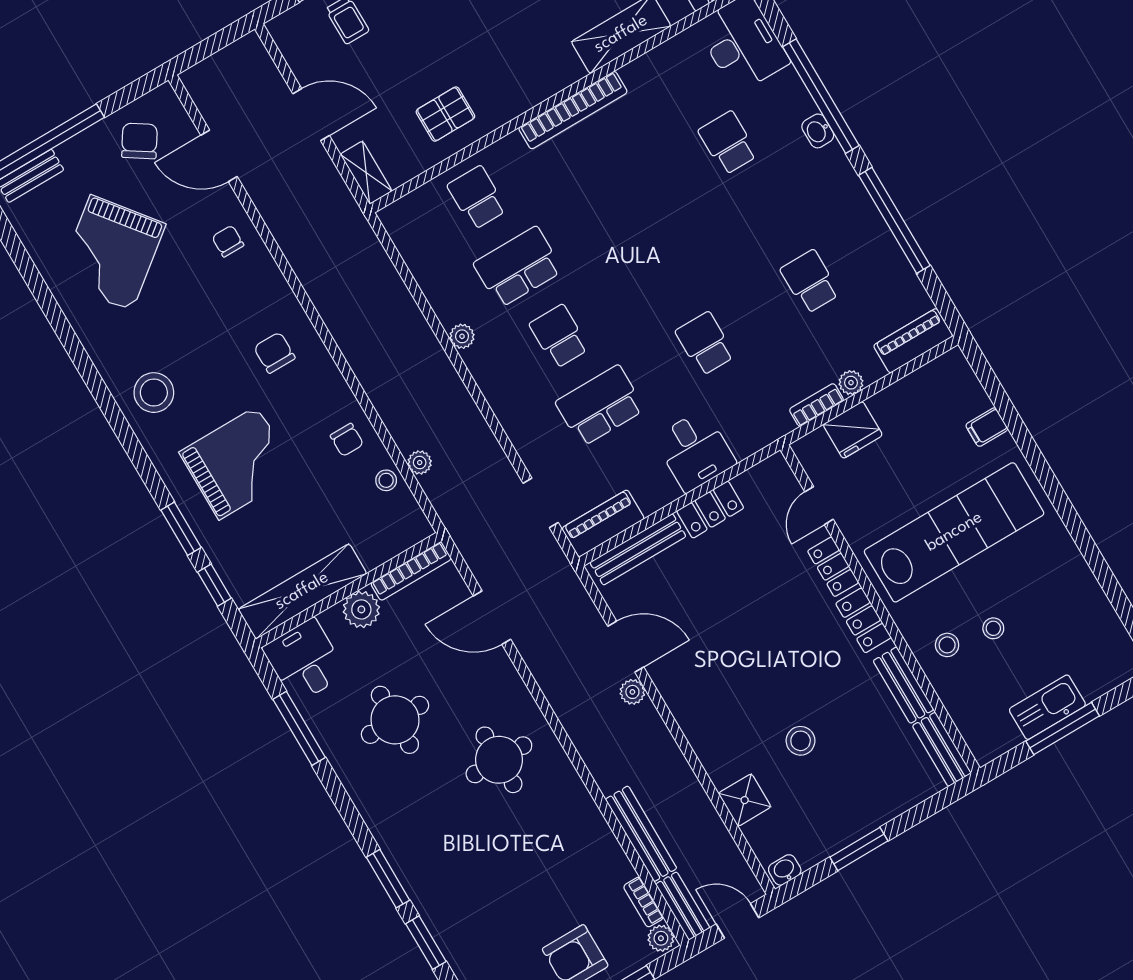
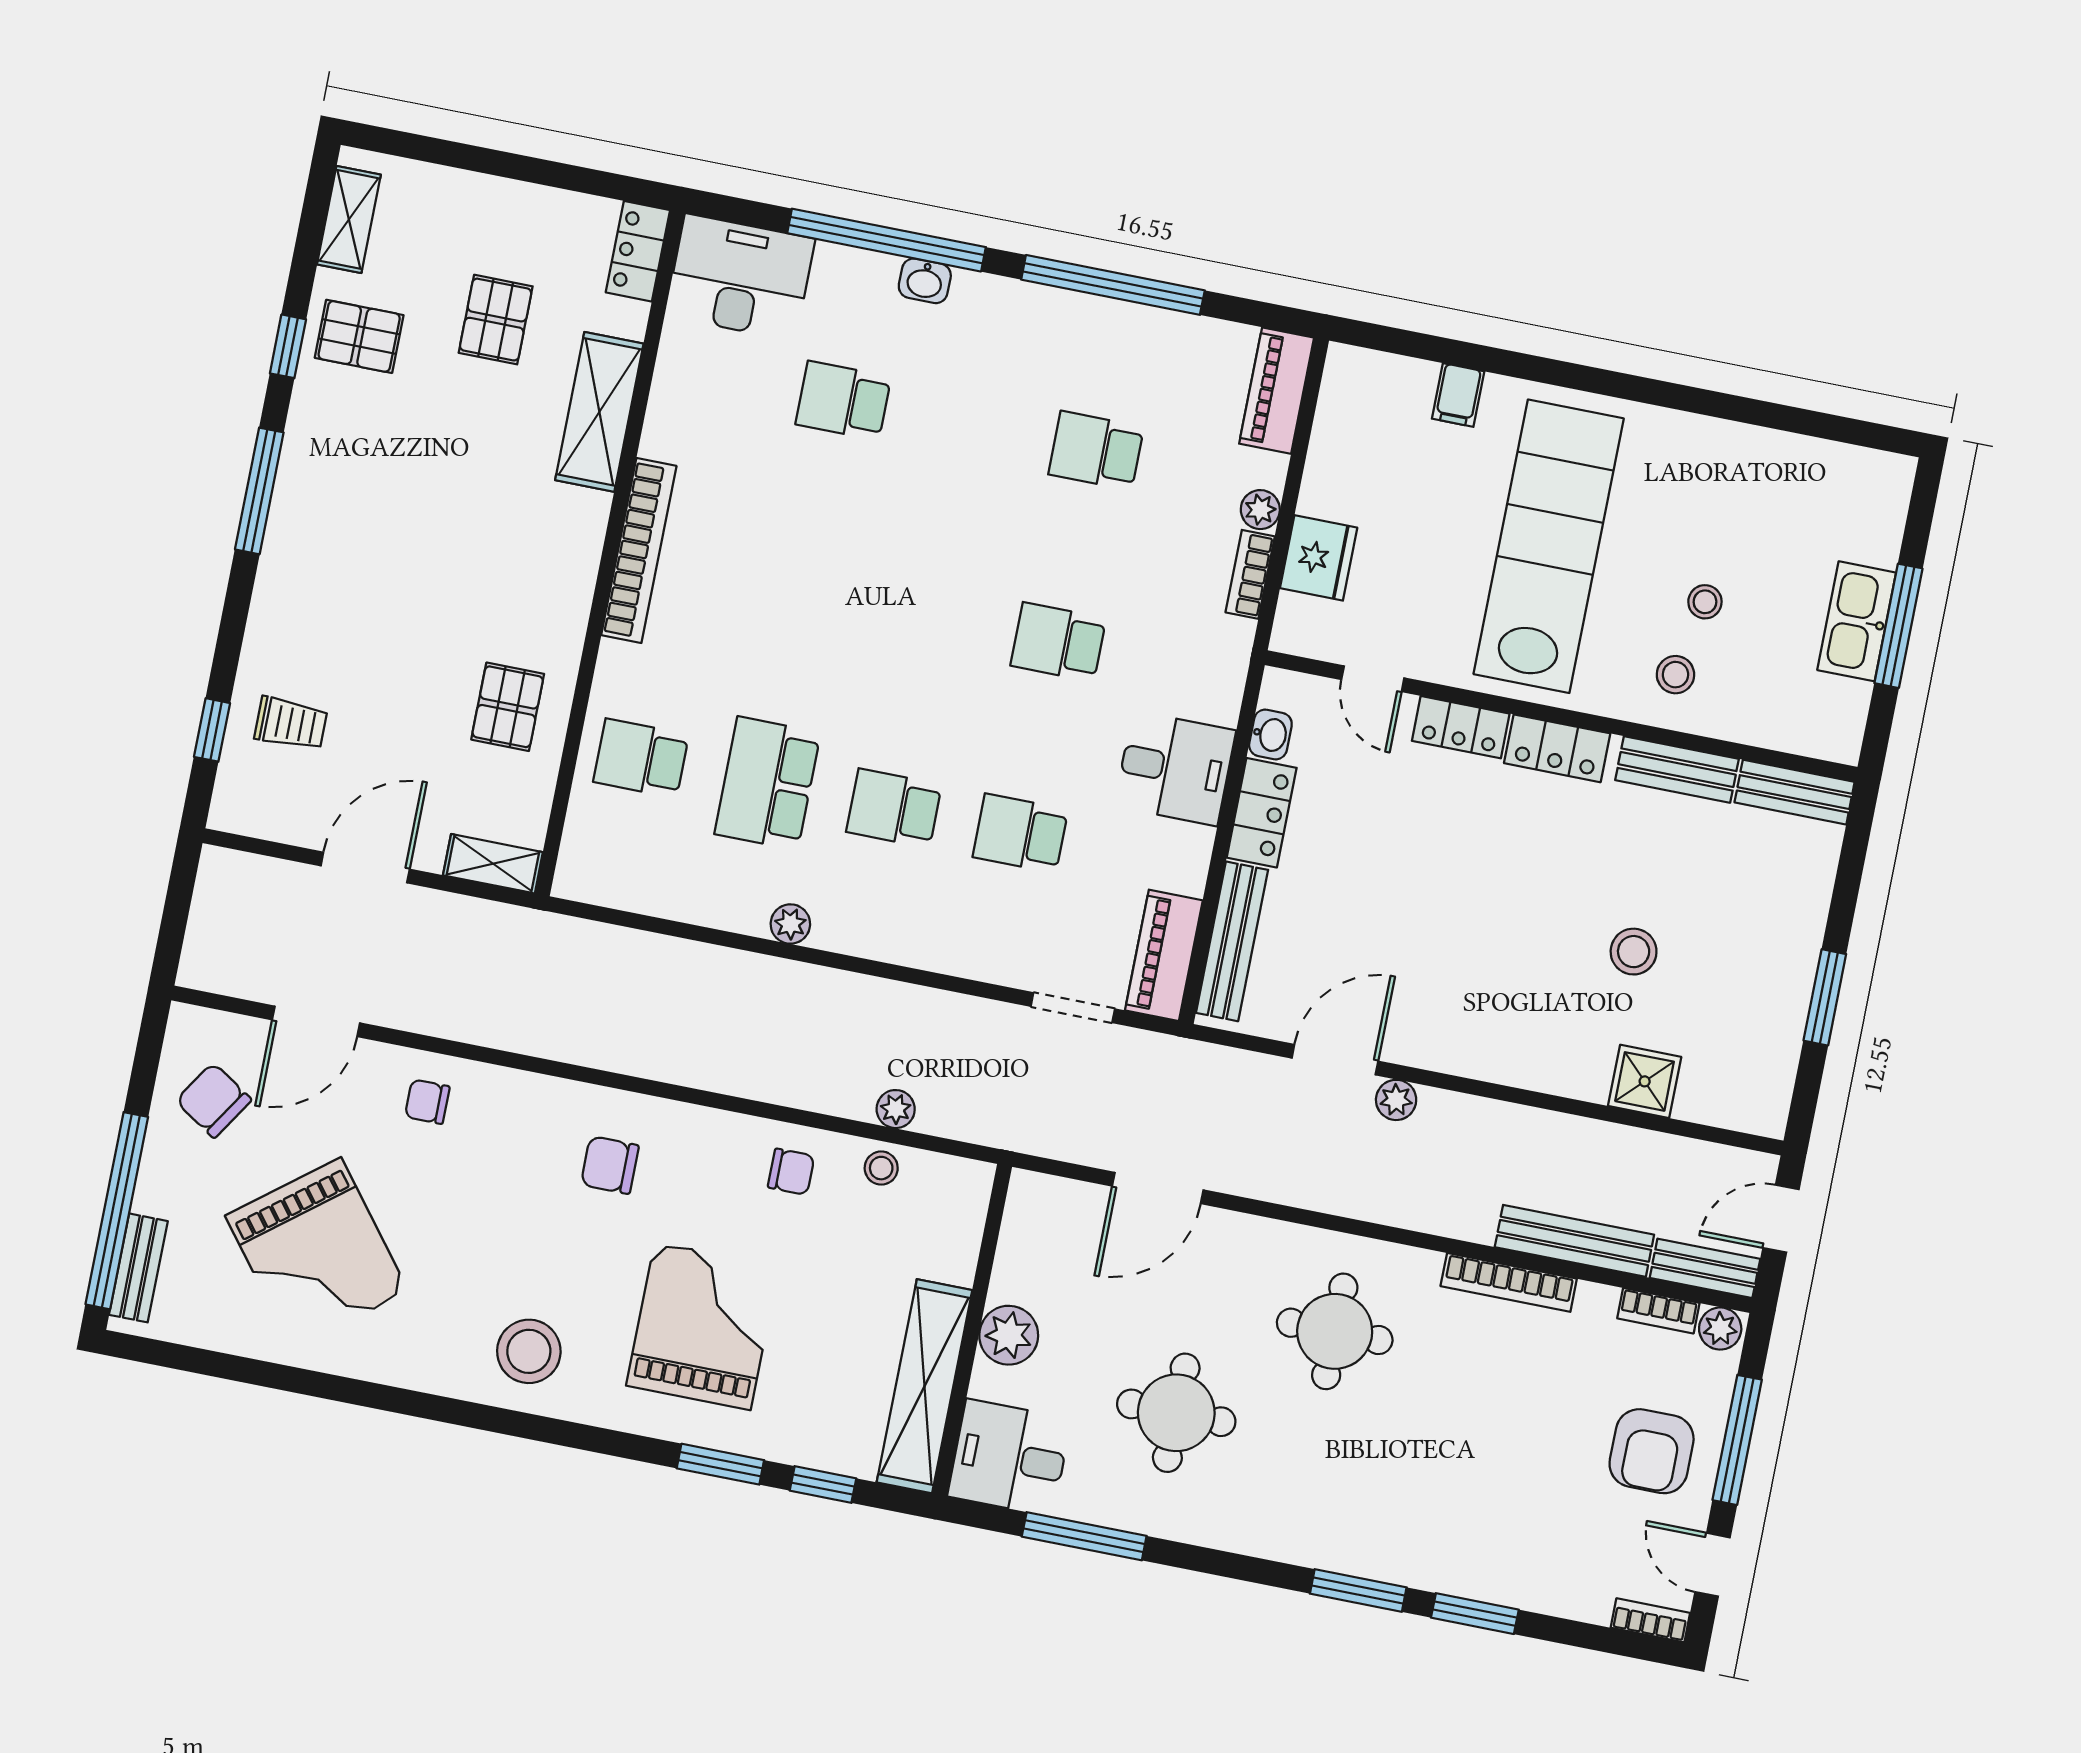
school desk: (600, 406) -> (1020, 833), width x0.54
bookcase: (411, 571) -> (1509, 1282), moved, turned 90
washbasin: (785, 870) -> (1270, 734), moved, turned 180

